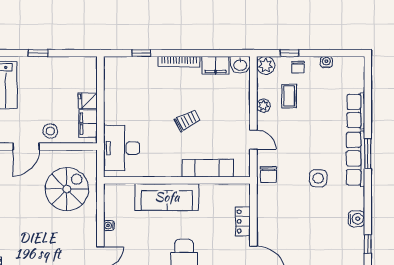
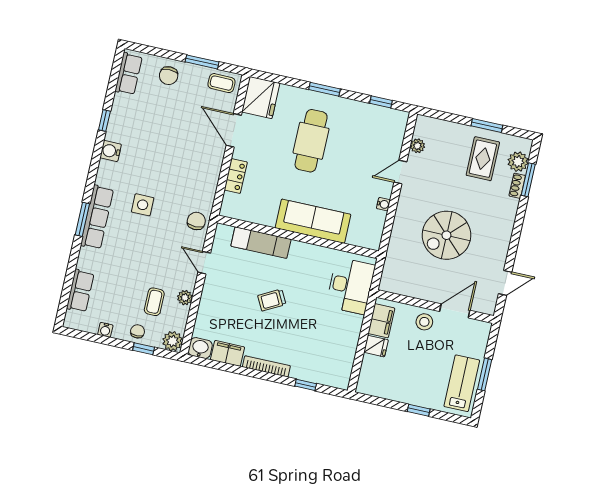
row of seats: (356, 111) -> (80, 291), moved
spiral stairs: (67, 189) -> (446, 235), moved

